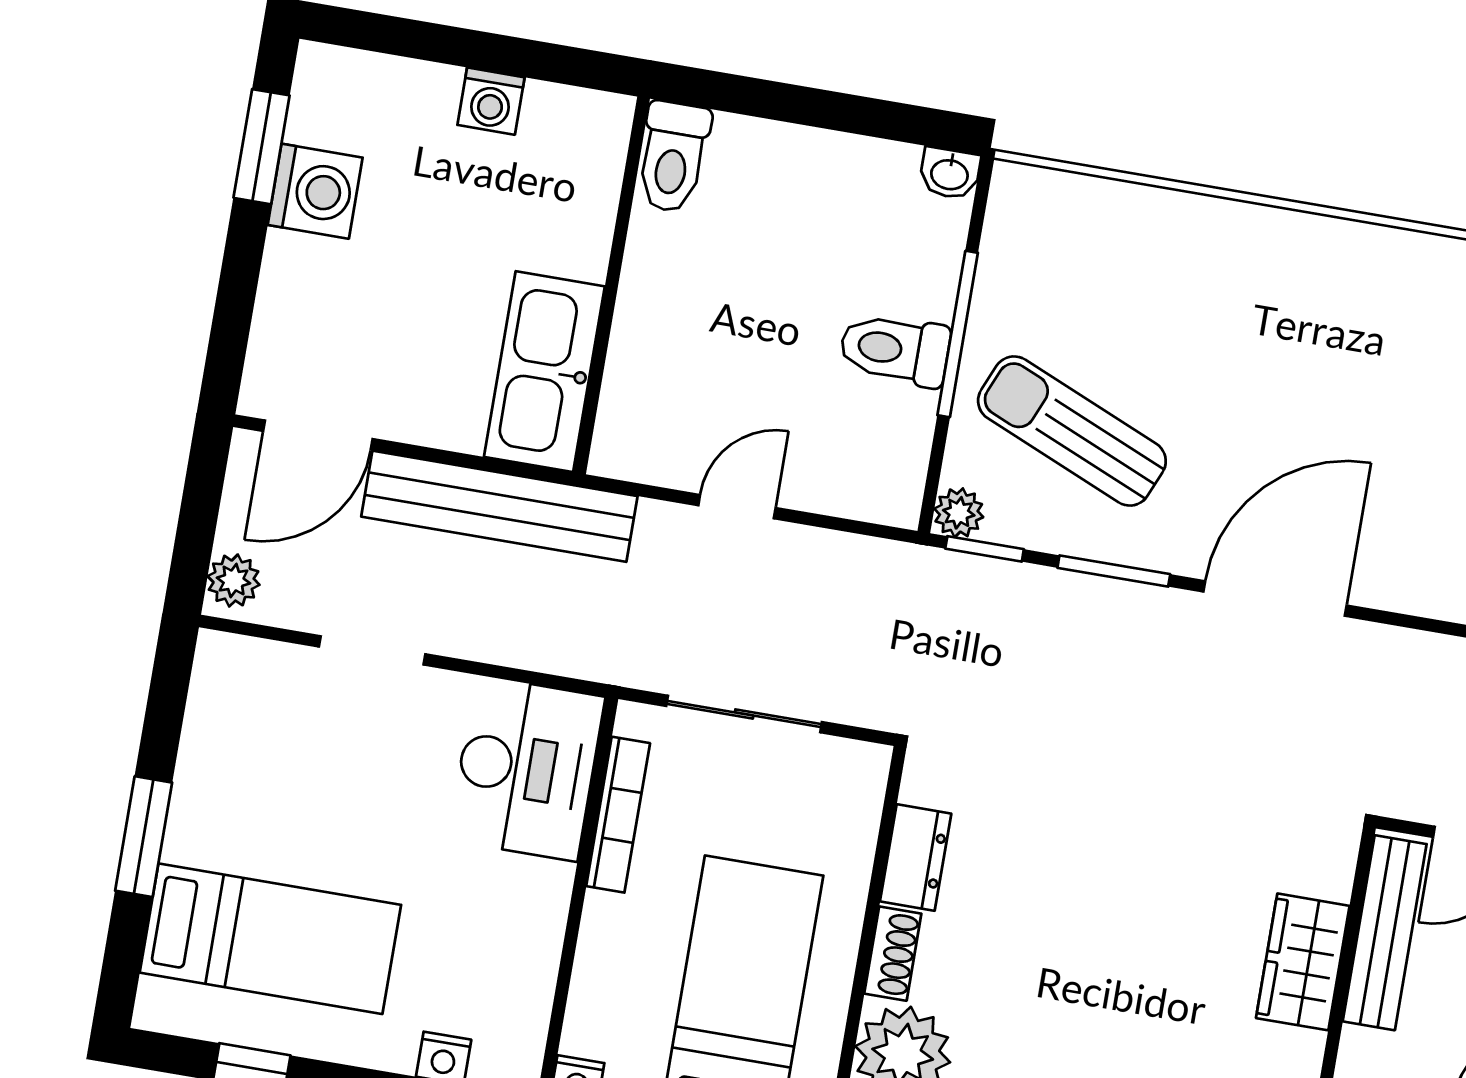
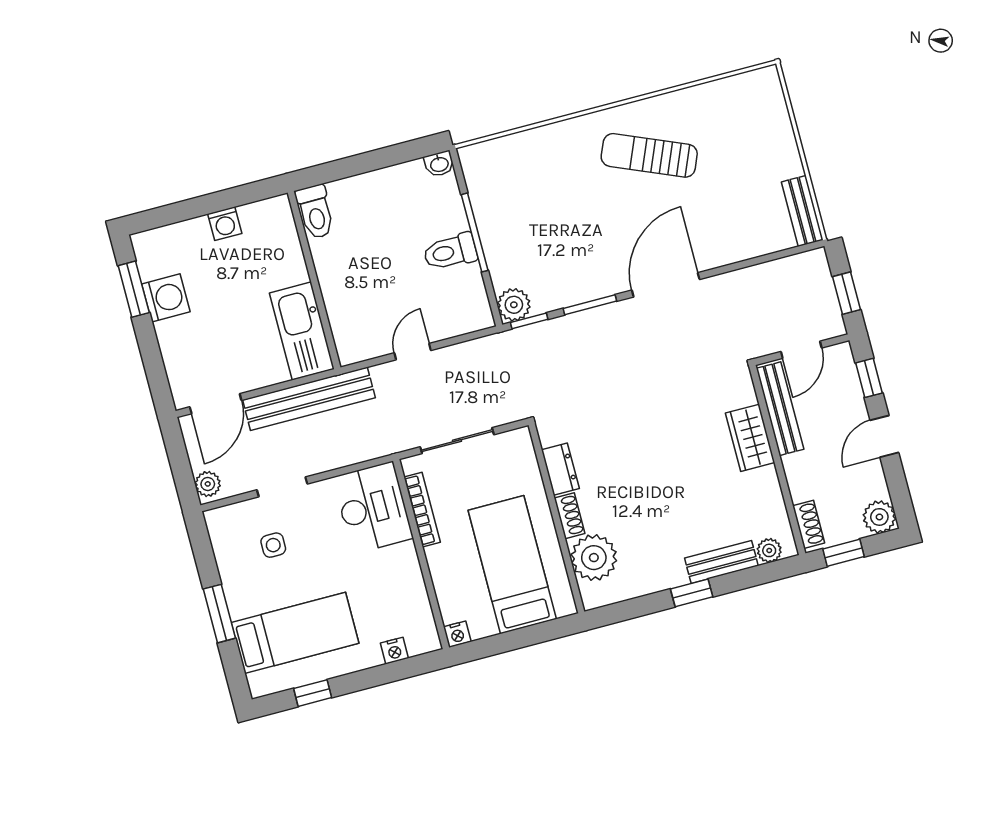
sun lounger: (1072, 431) -> (649, 155), moved
plant: (959, 513) -> (514, 305), width x1.38, depth x1.38
side table: (305, 753) -> (273, 545), added

